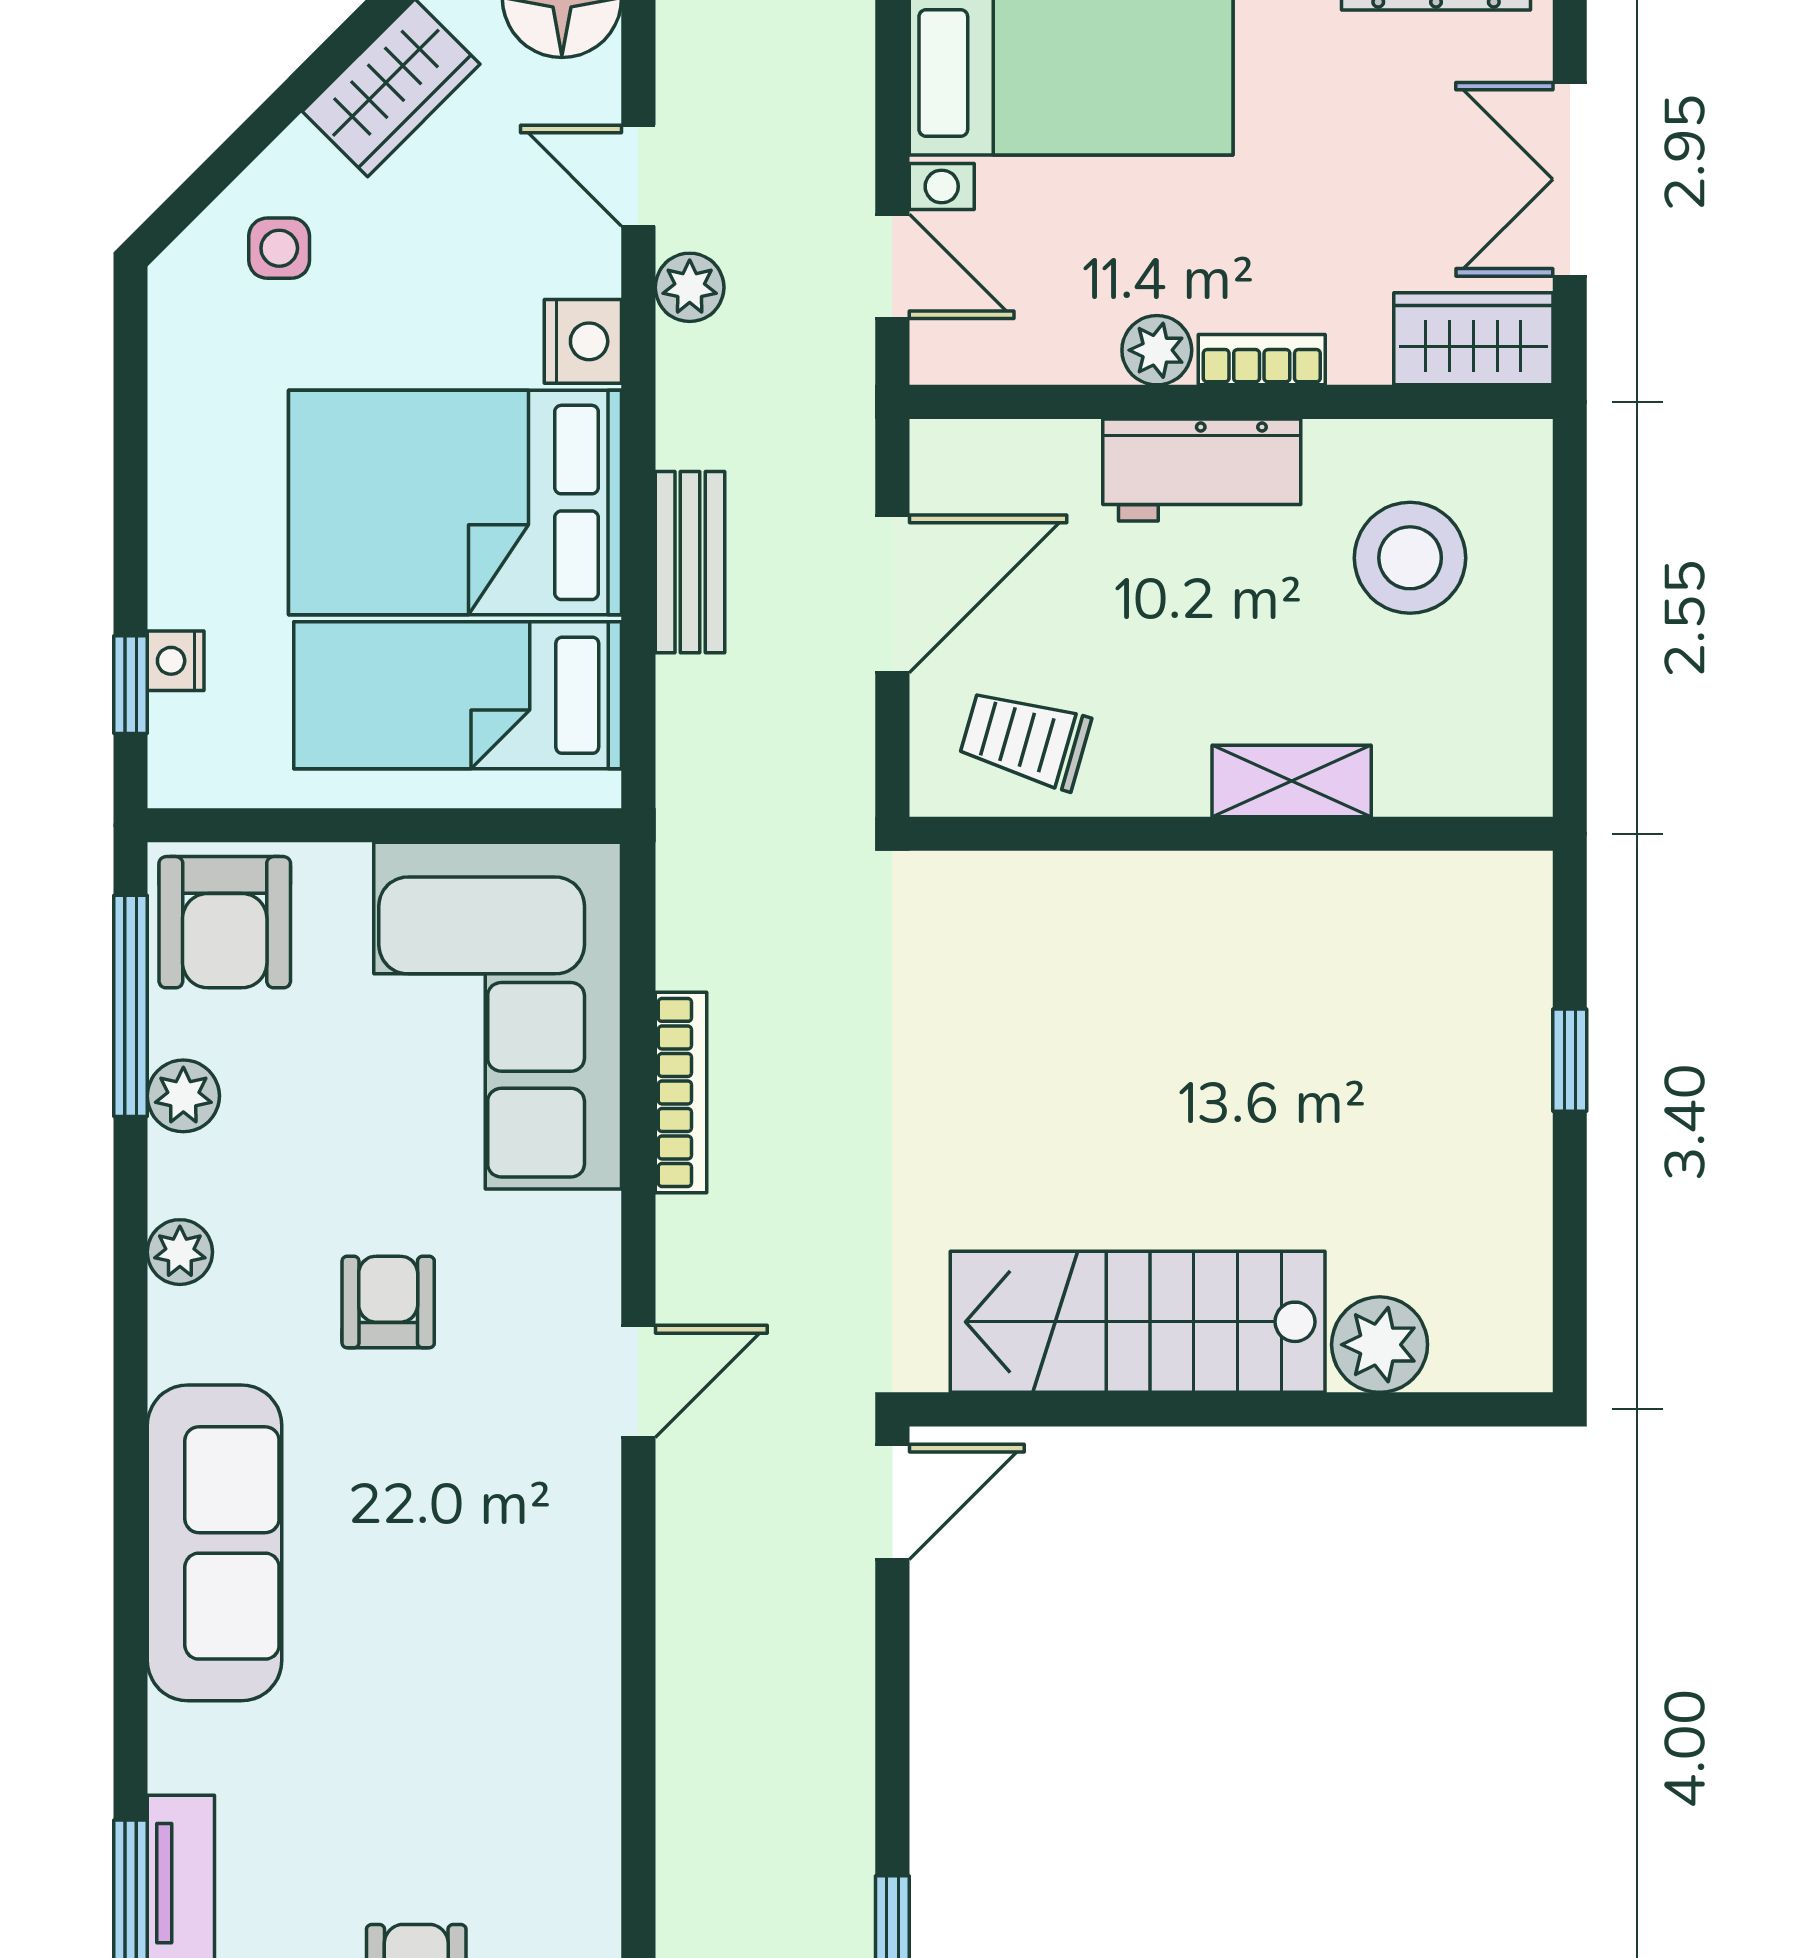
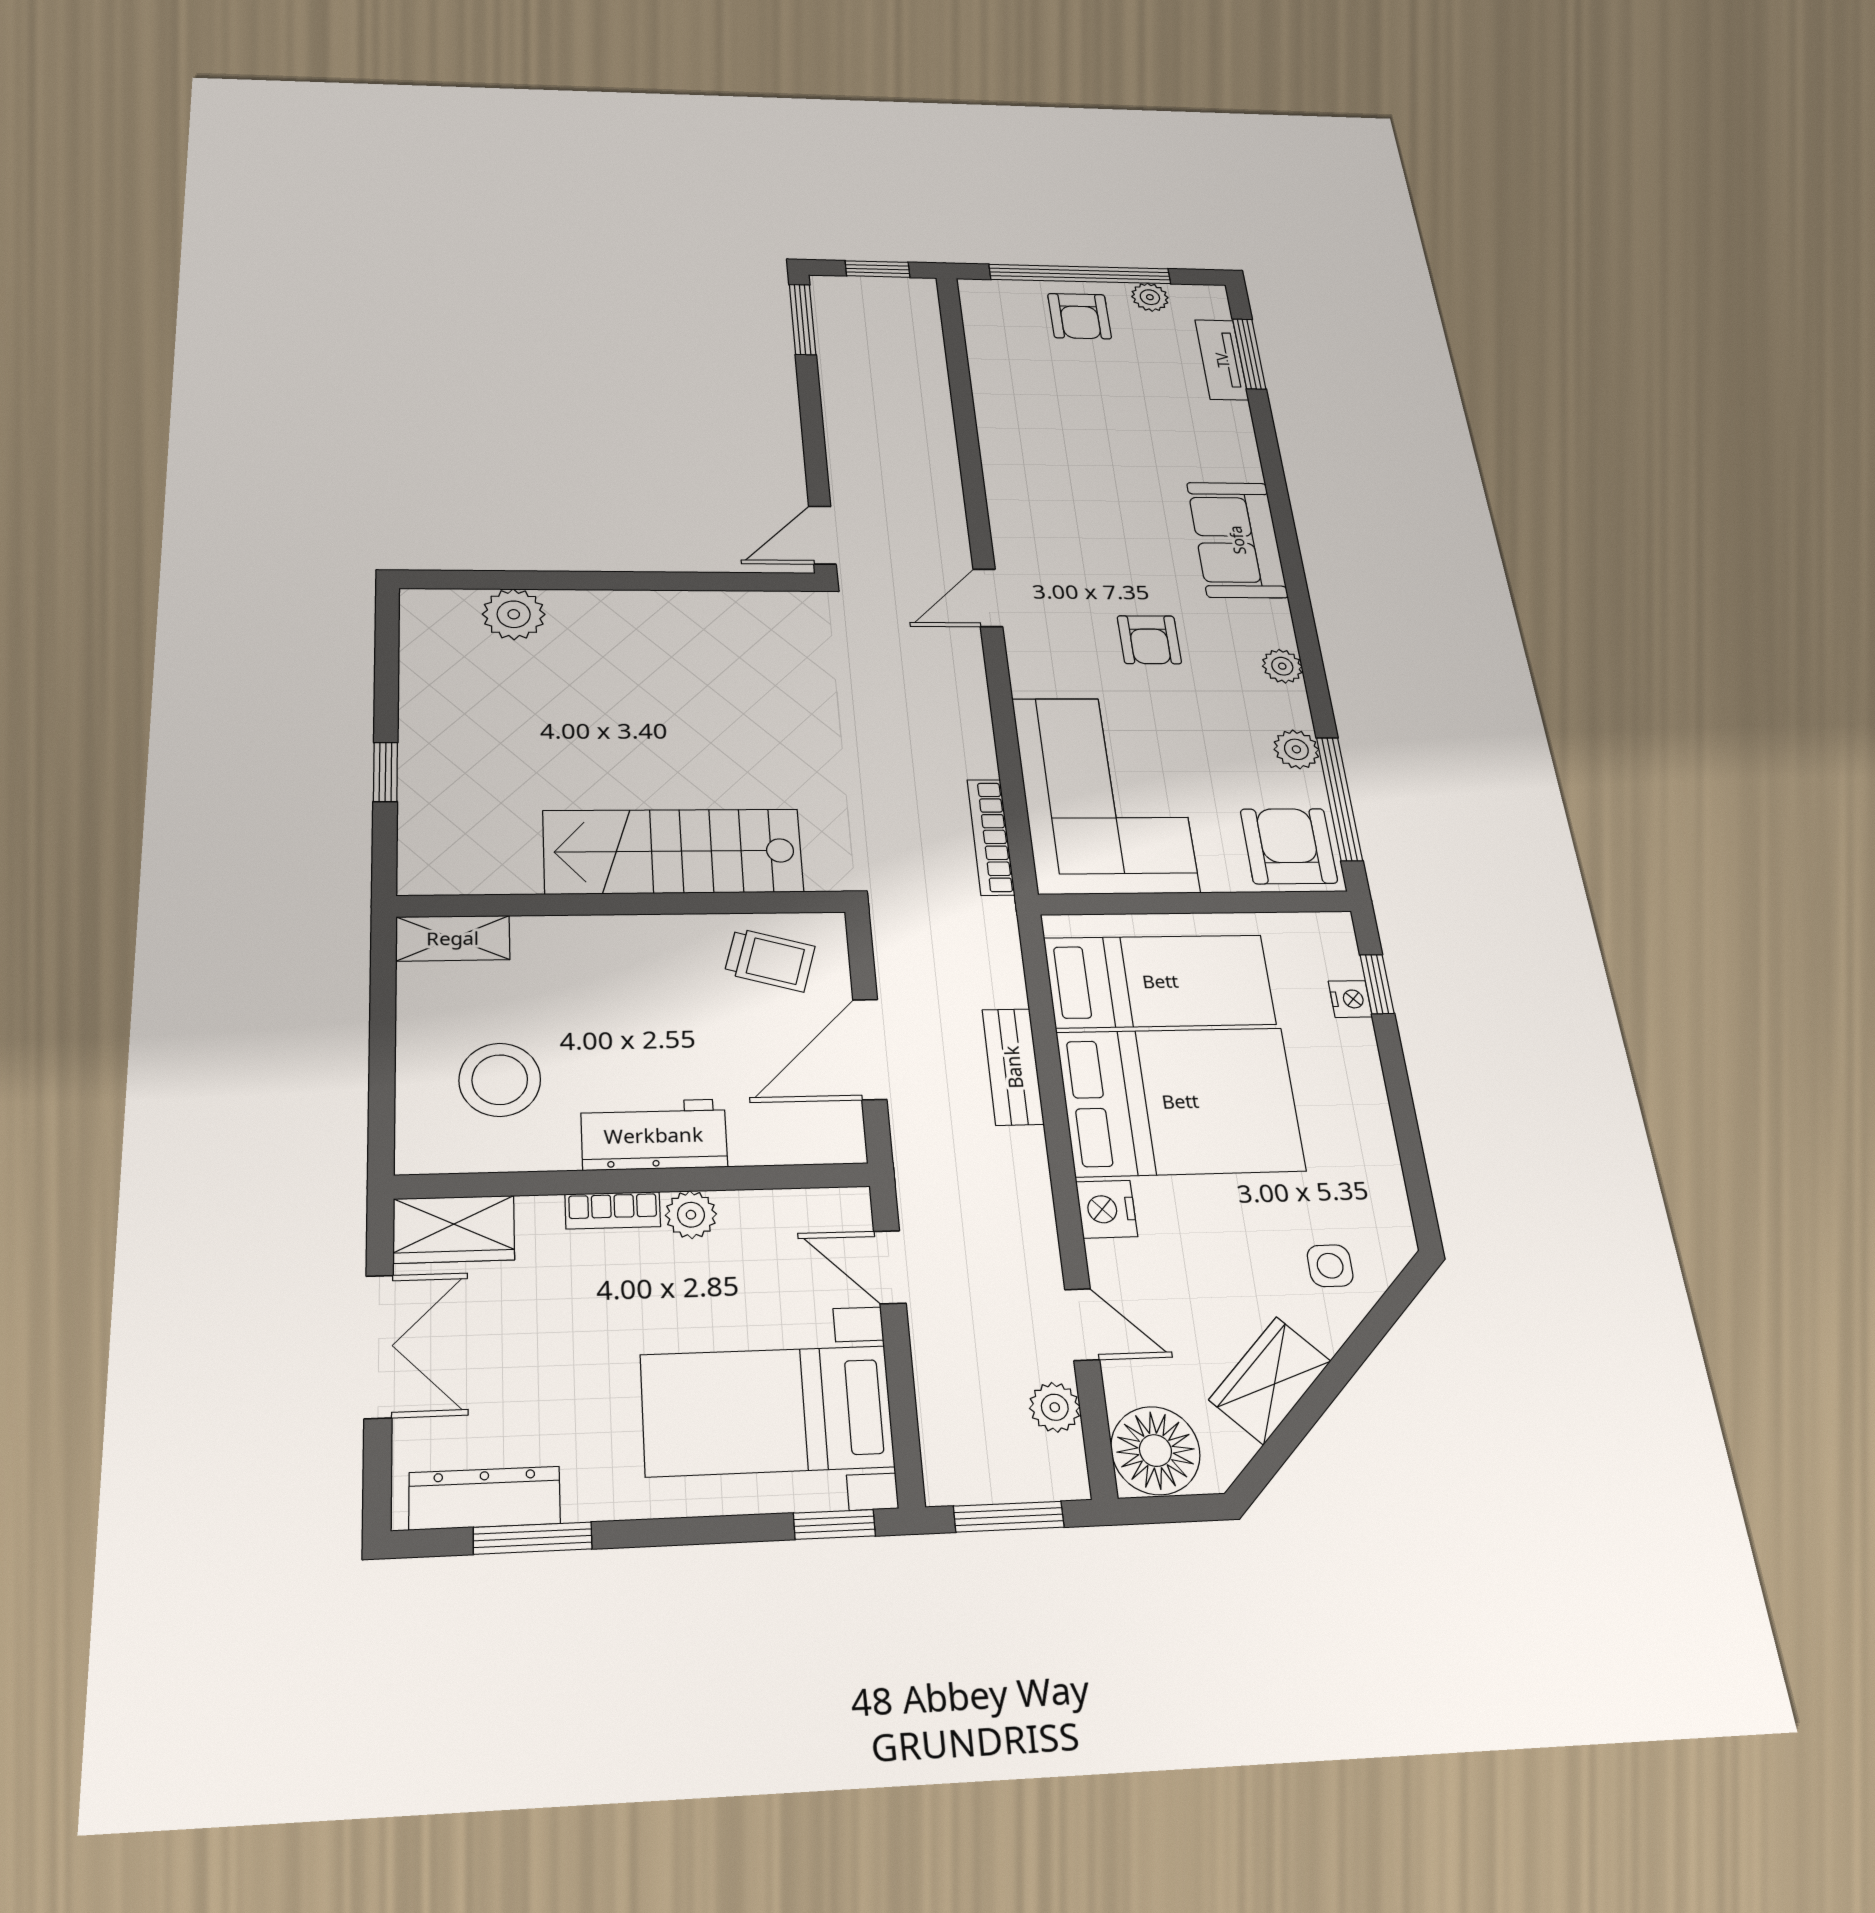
plant: (690, 287) -> (1055, 1407), moved
shelving: (1292, 781) -> (453, 938), moved
bookcase: (681, 1092) -> (991, 837), moved
stairs: (1138, 1322) -> (673, 851), moved, turned 180
sofa: (215, 1543) -> (1237, 540), width x0.73

